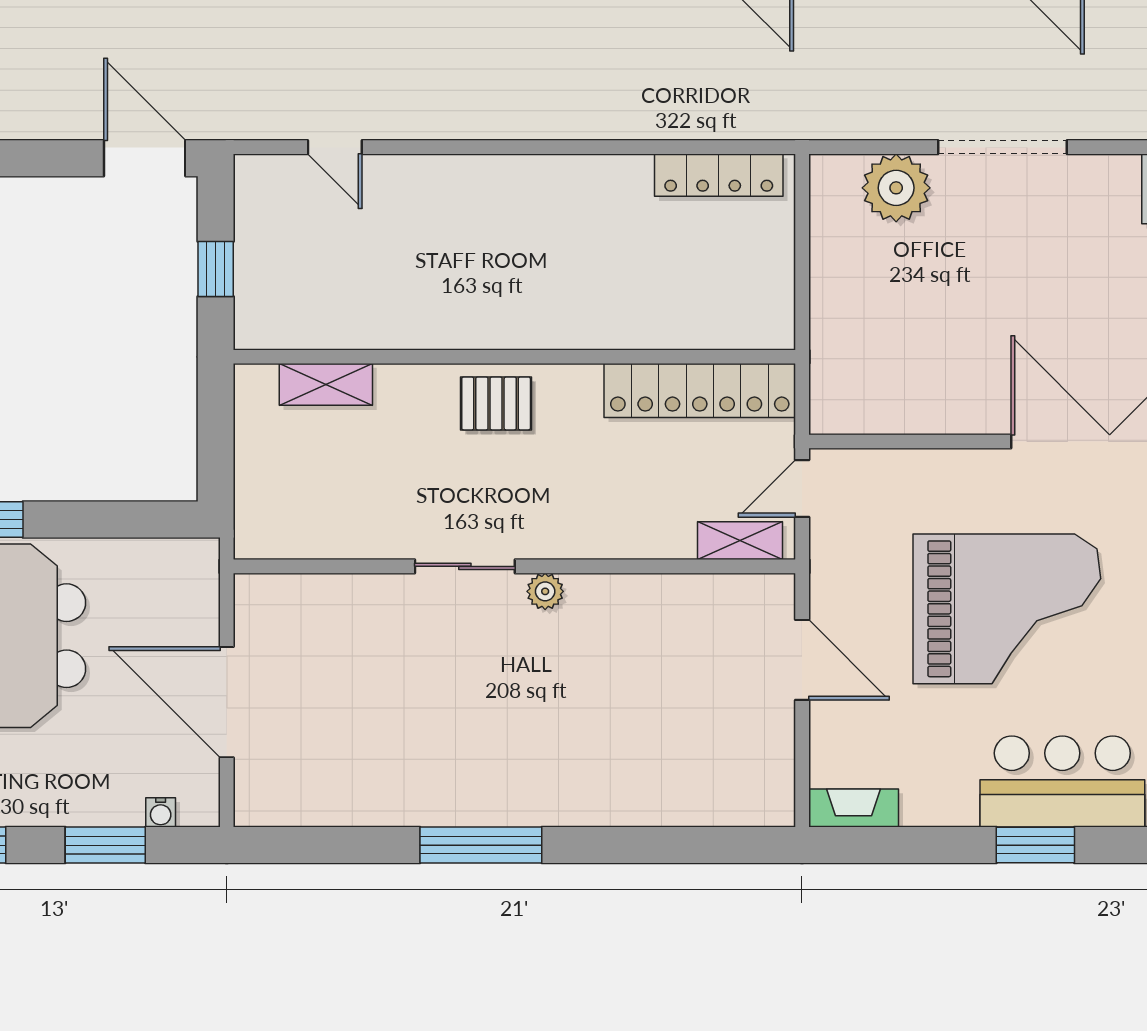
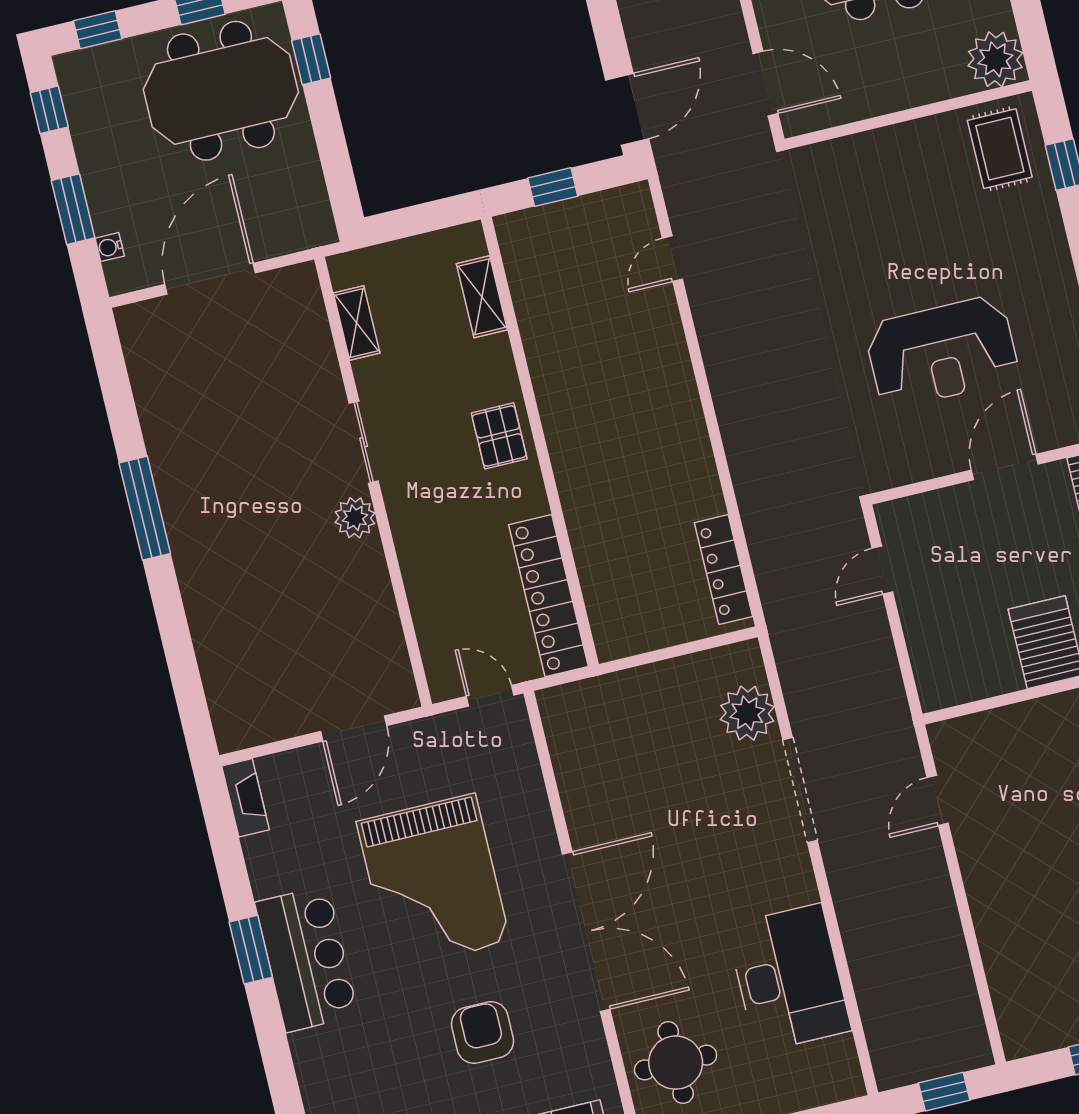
shelving: (740, 541) -> (357, 323), moved
plant: (545, 591) -> (355, 518), width x1.38, depth x1.38

